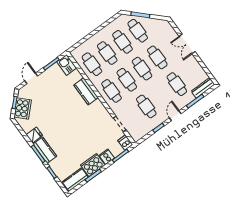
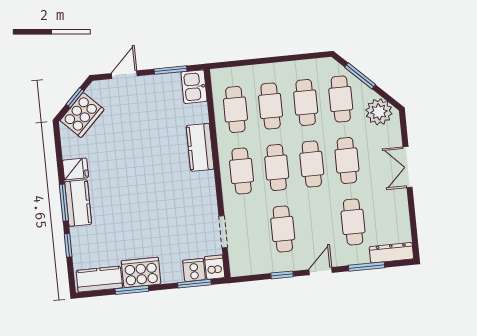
plant: (159, 26) -> (379, 112), added
cooker: (107, 157) -> (194, 270), moved

